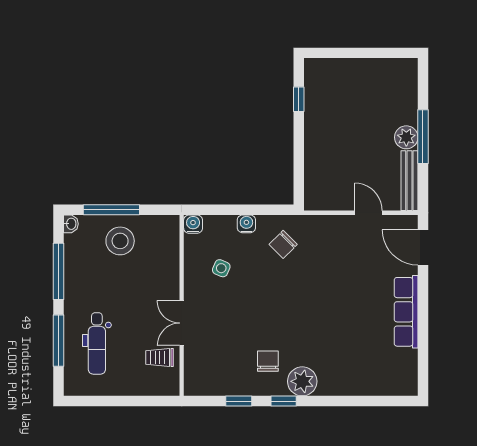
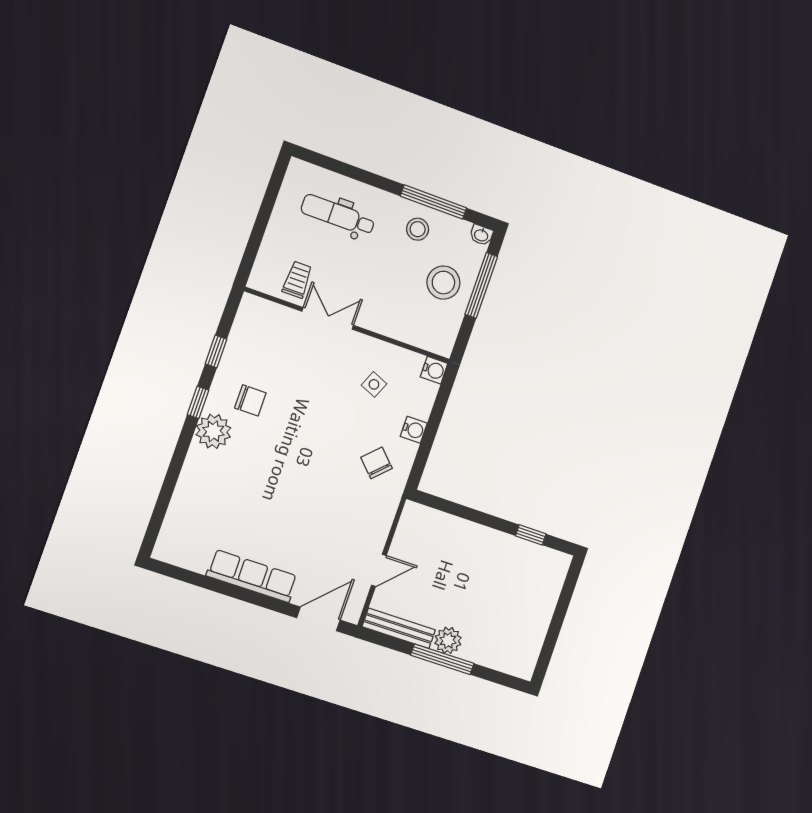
stool: (85, 276) -> (418, 229), added
window: (58, 341) -> (356, 173), removed

